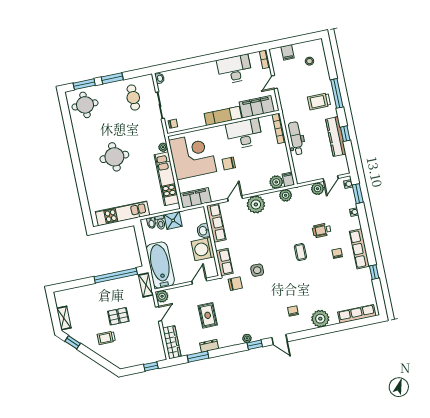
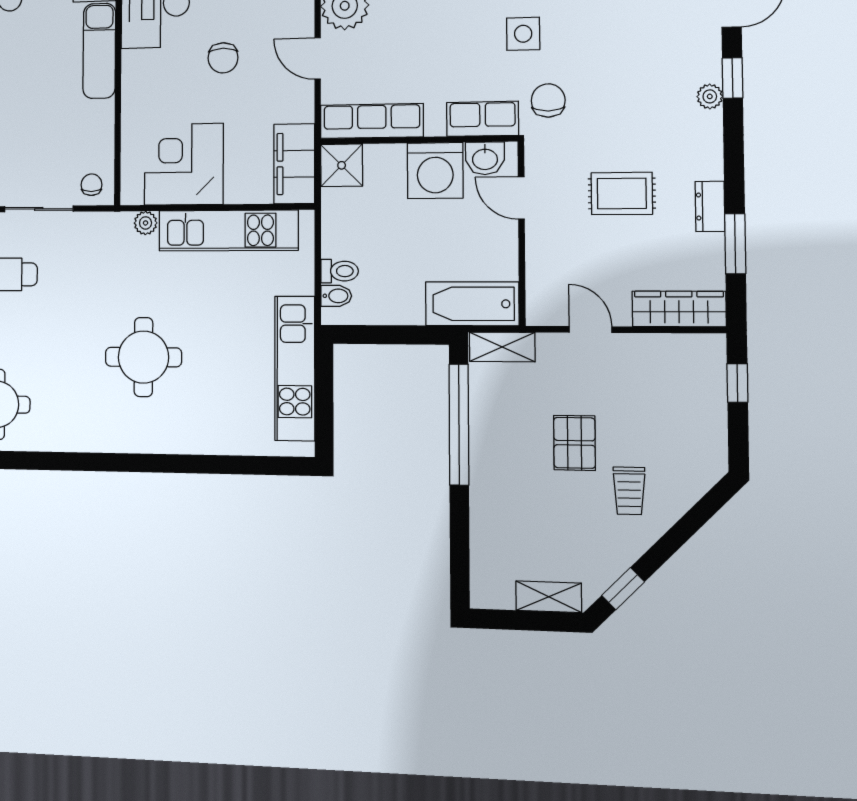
corner desk: (193, 156) -> (184, 164), width x0.74, depth x0.74
shower: (173, 220) -> (342, 165), moved
washbasin: (203, 231) -> (485, 158), moved
bathtub: (160, 265) -> (472, 304), width x0.73, depth x0.73
plant: (162, 296) -> (543, 309), removed

